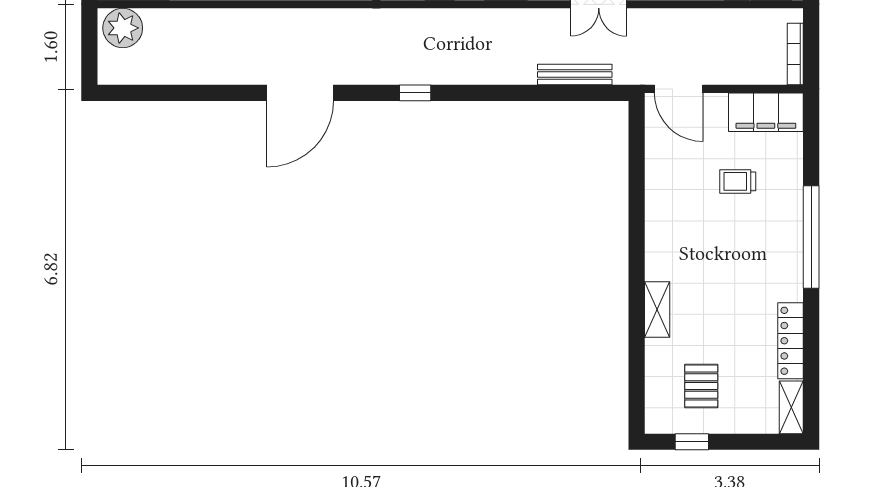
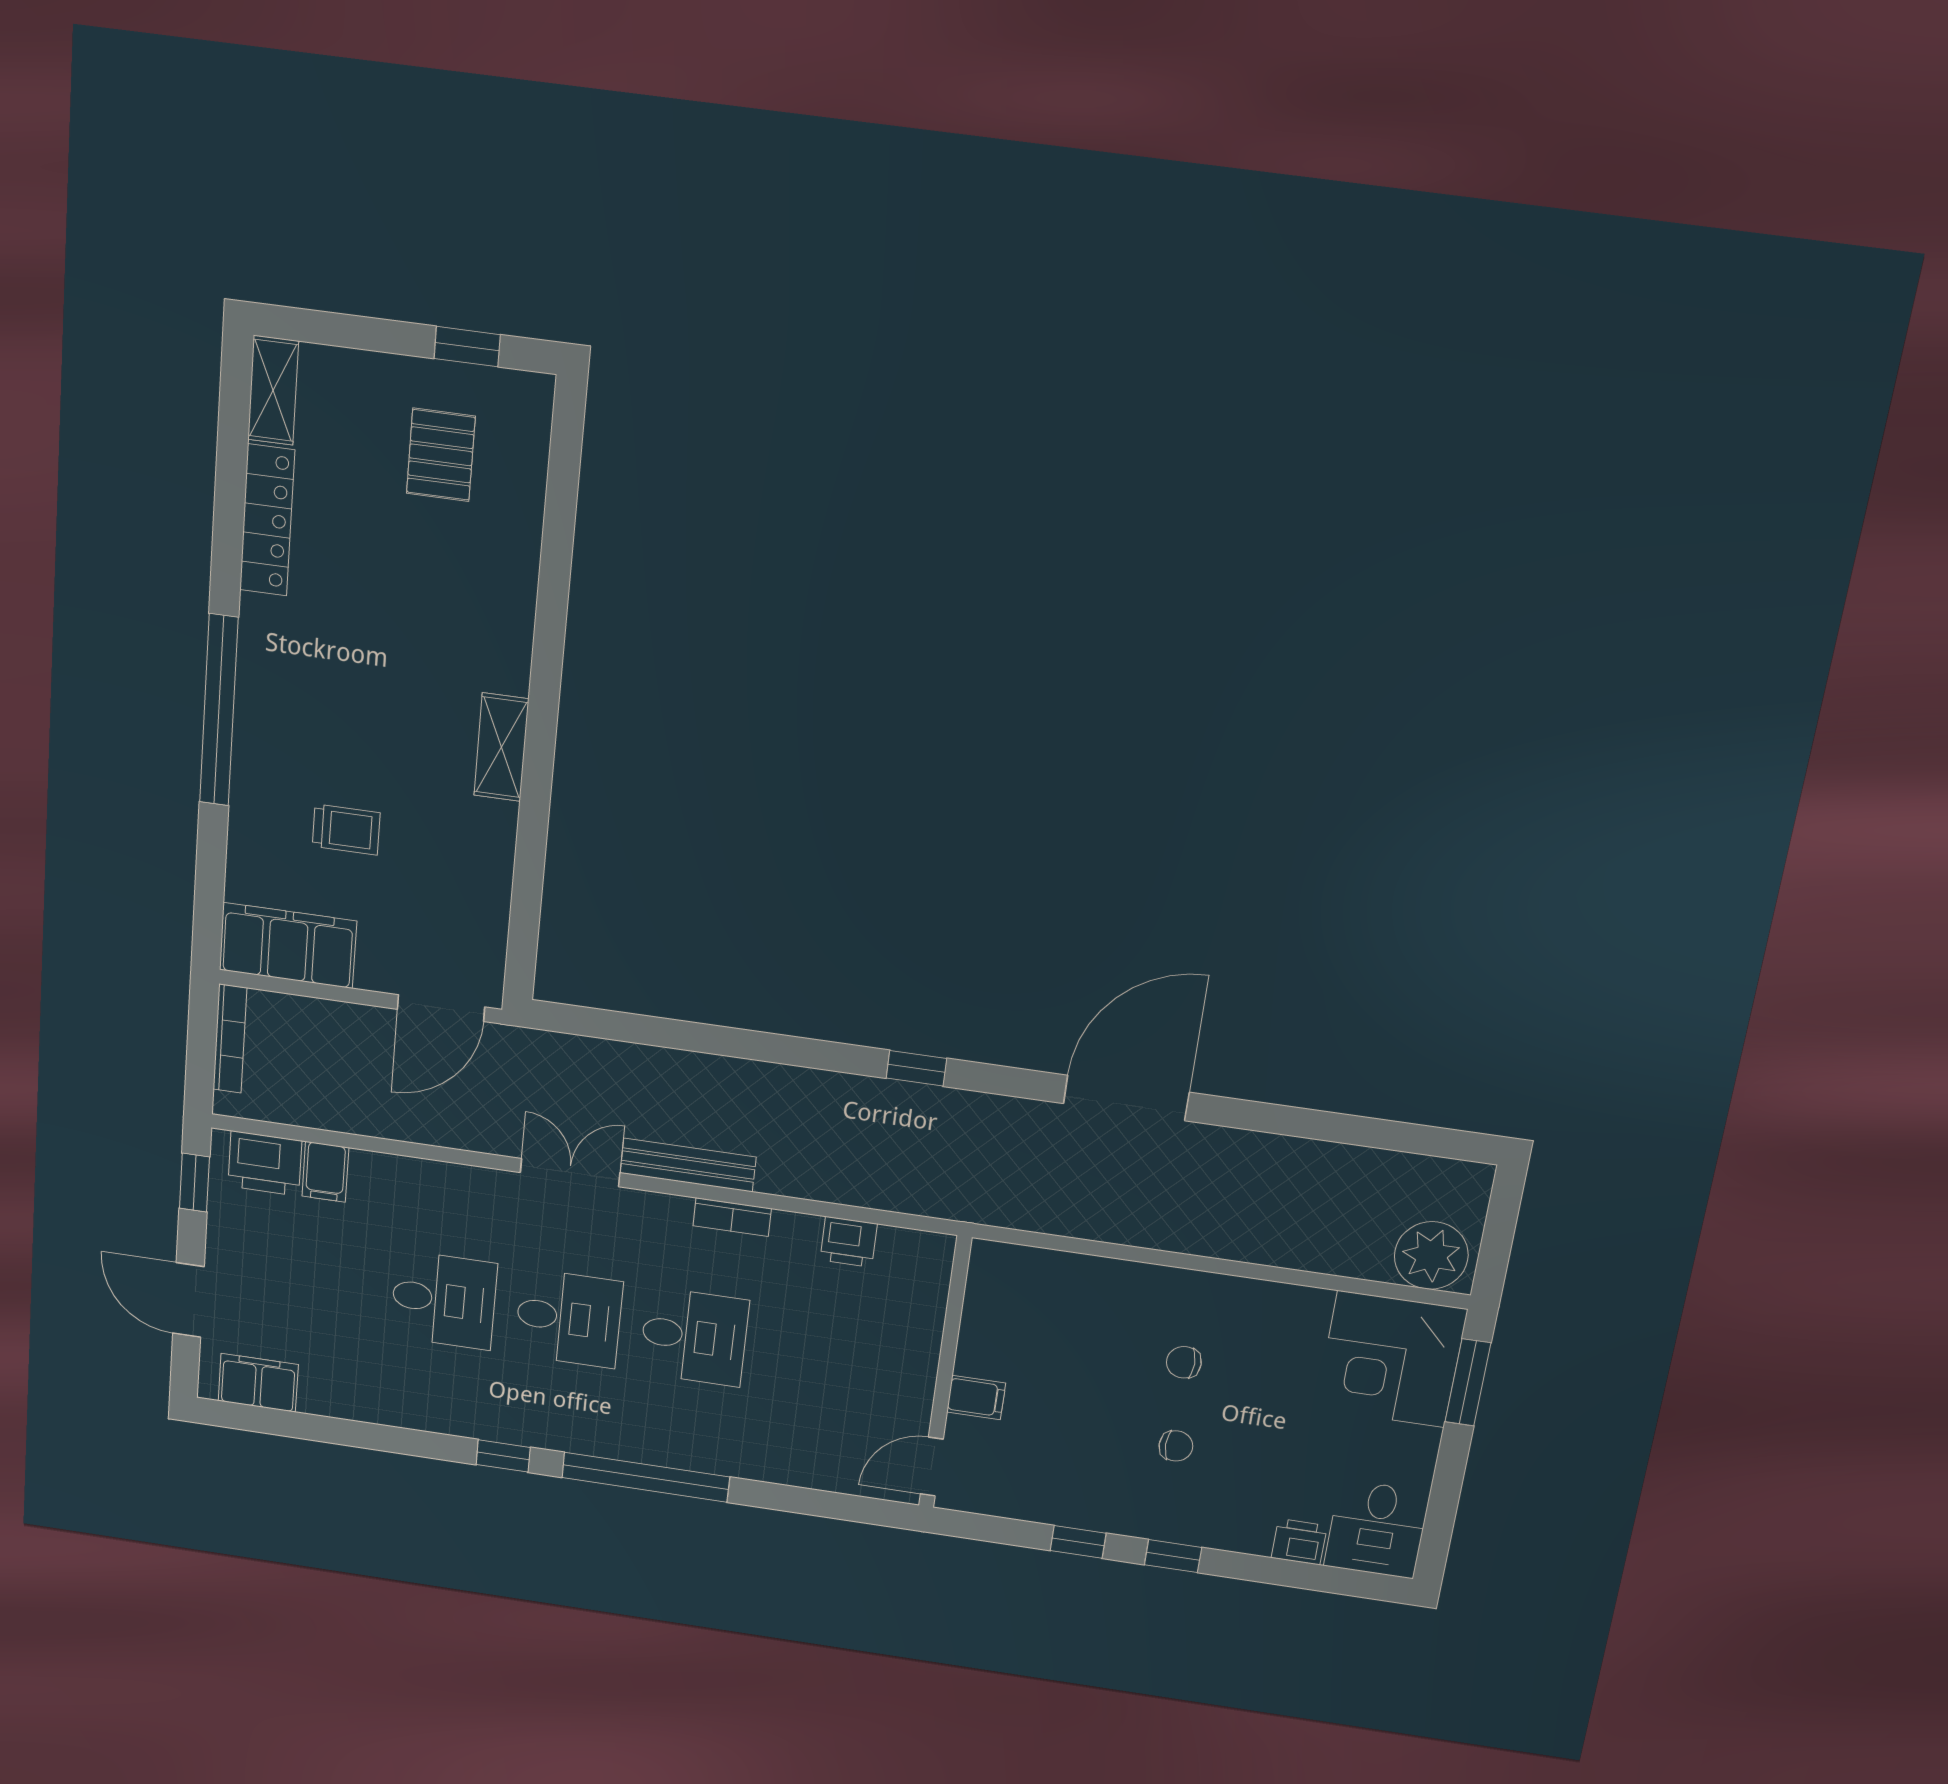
bench: (575, 74) -> (688, 1165), moved
door: (678, 89) -> (441, 1008), swing flipped
shelving: (657, 310) -> (501, 747), moved

